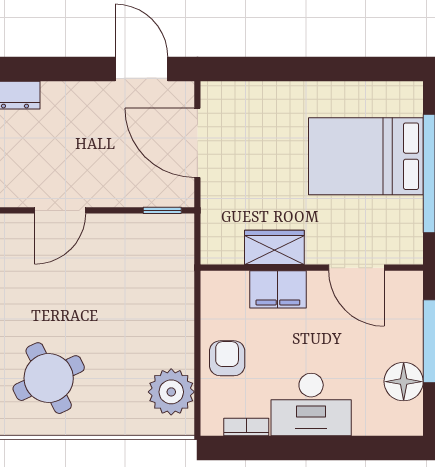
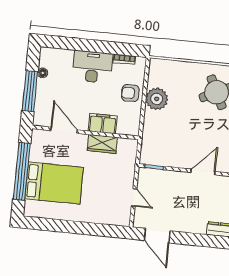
door: (197, 143) -> (134, 198), width x0.53
armchair: (227, 358) -> (130, 93), turned 90
floor lamp: (404, 382) -> (43, 73), width x0.53, depth x0.53
plant: (171, 392) -> (157, 99), moved

